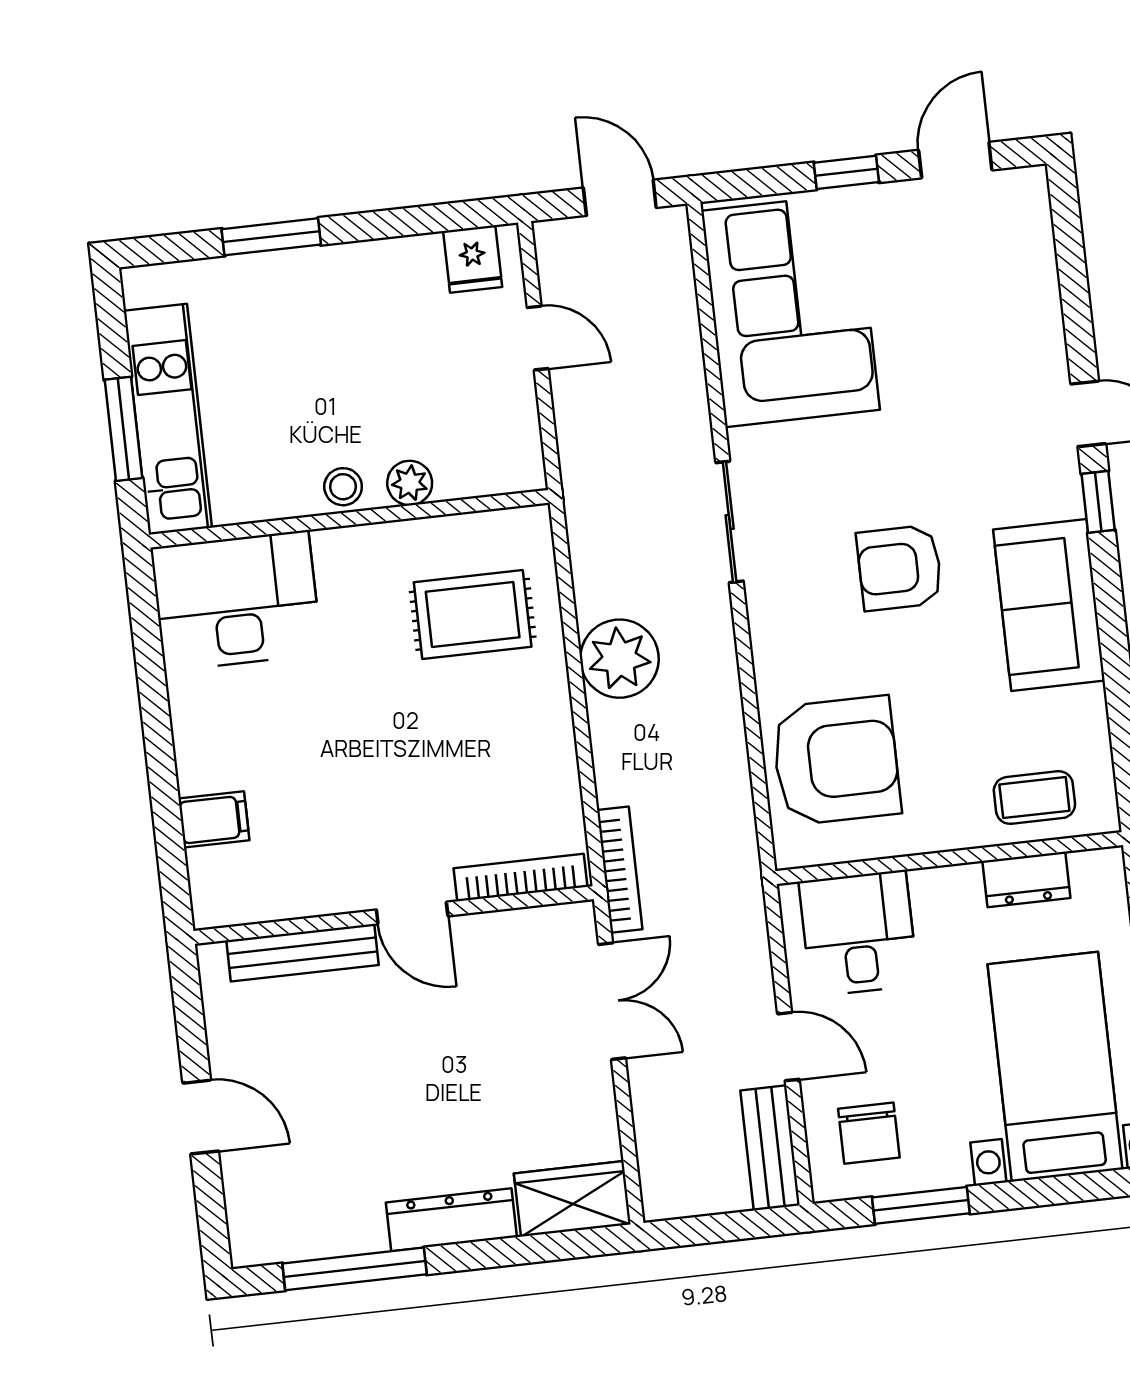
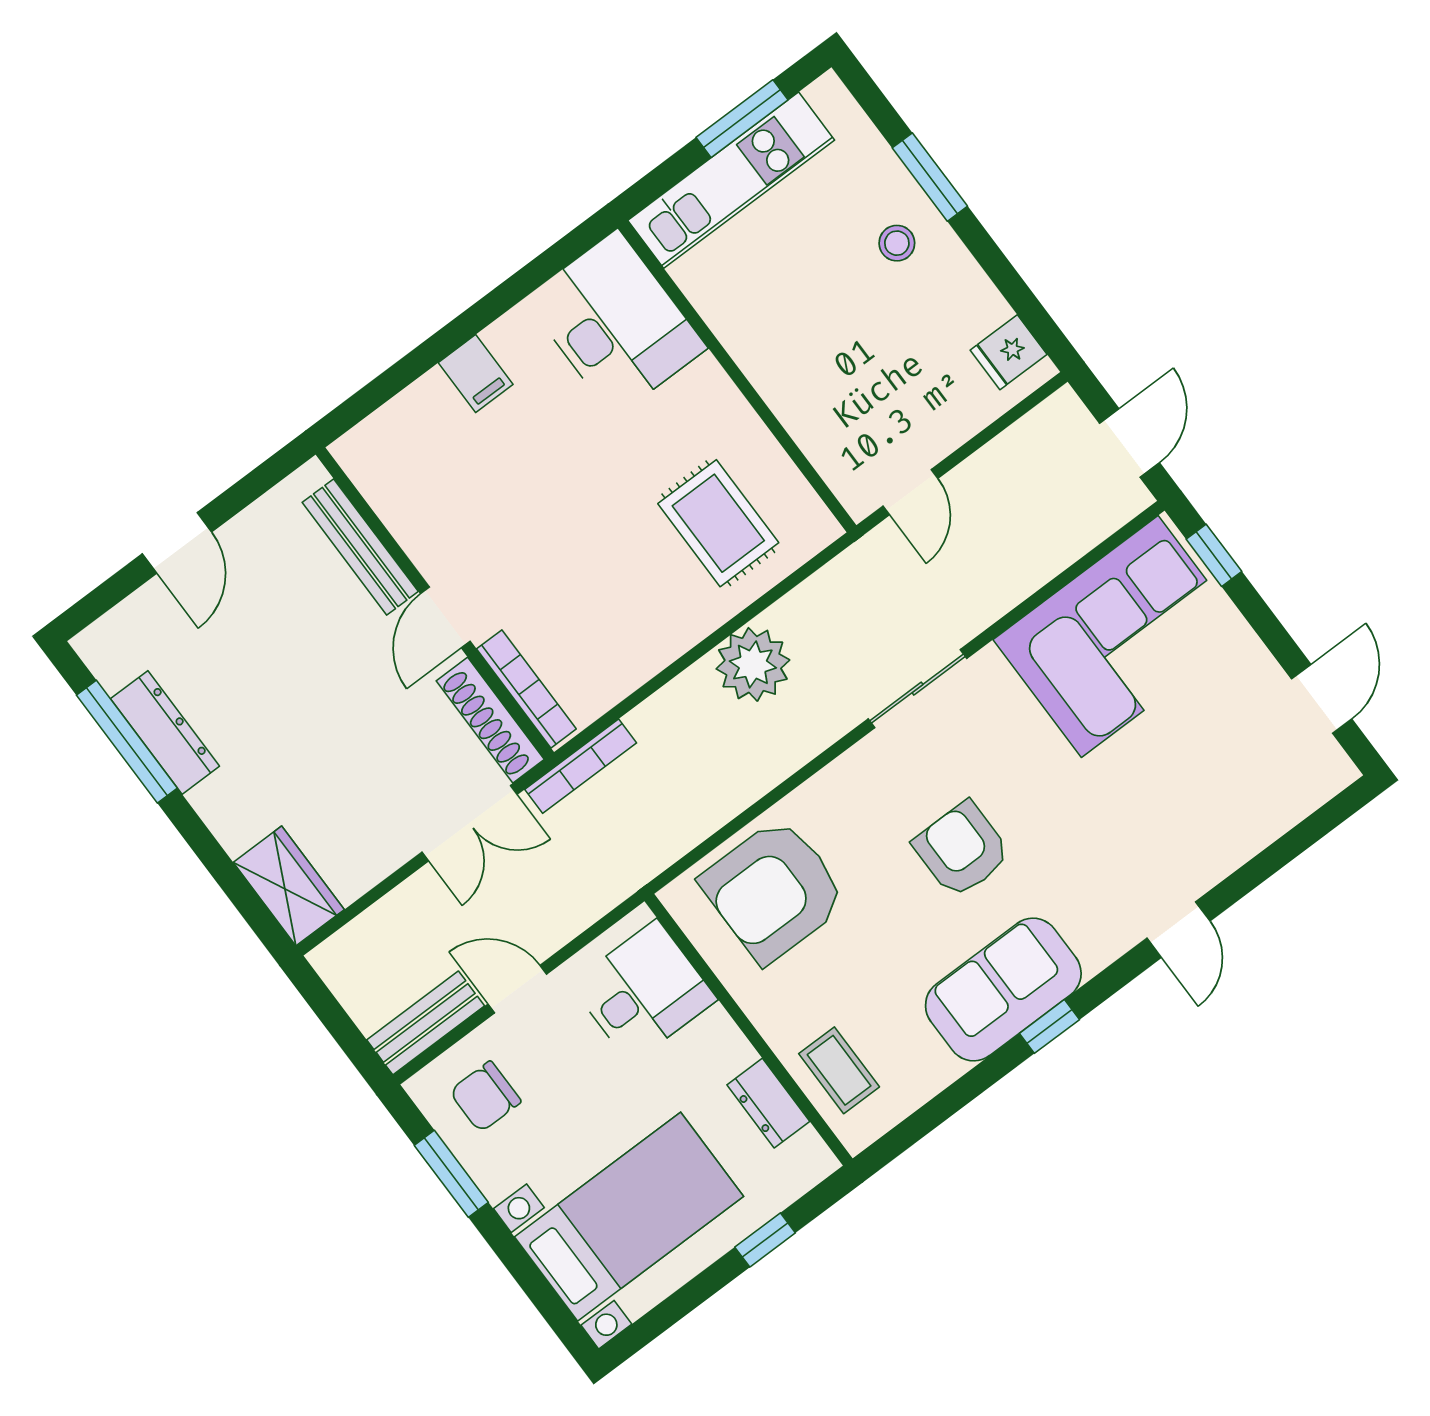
door: (955, 160) -> (1322, 699), hinge flipped
window: (846, 172) -> (1214, 555), moved
door: (538, 338) -> (910, 492), moved
window: (123, 429) -> (742, 119), moved
plant: (410, 483) -> (795, 409), removed
stool: (343, 487) -> (897, 243), moved
window: (1098, 502) -> (1049, 1026), moved
armchair: (836, 761) -> (774, 890), turned 90
filing cabinet: (214, 819) -> (476, 374), moved
shoe rack: (529, 927) -> (490, 720), added
door: (788, 1047) -> (517, 989), swing flipped
dresser: (451, 1220) -> (165, 732), moved

